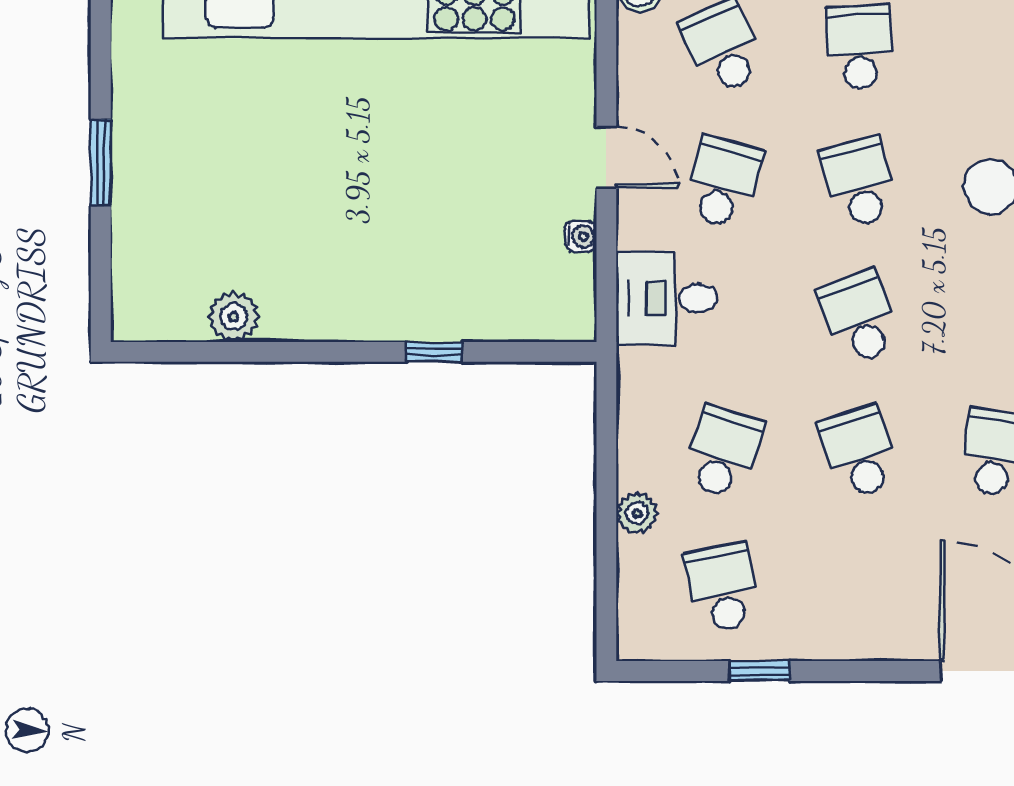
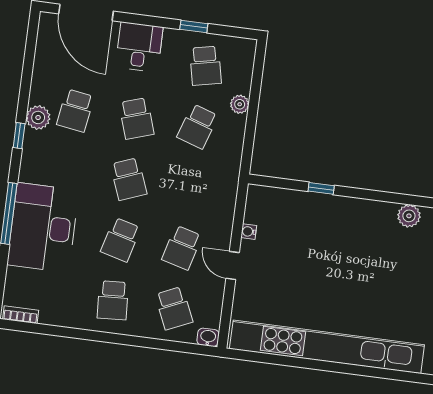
school desk: (859, 182) -> (121, 240), turned 30
desk: (667, 298) -> (139, 47), moved, turned -90

